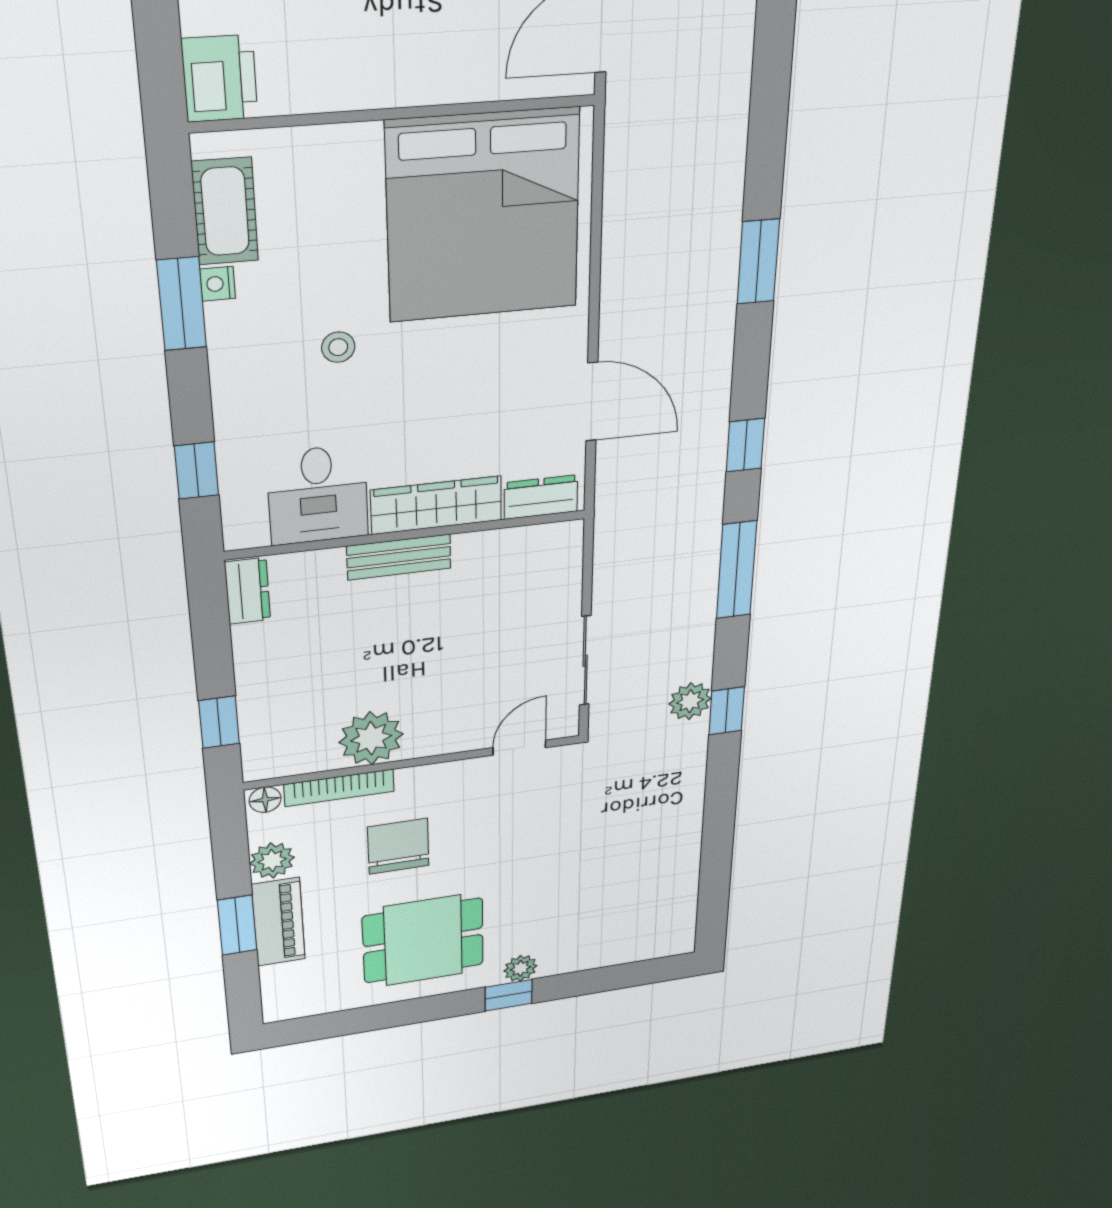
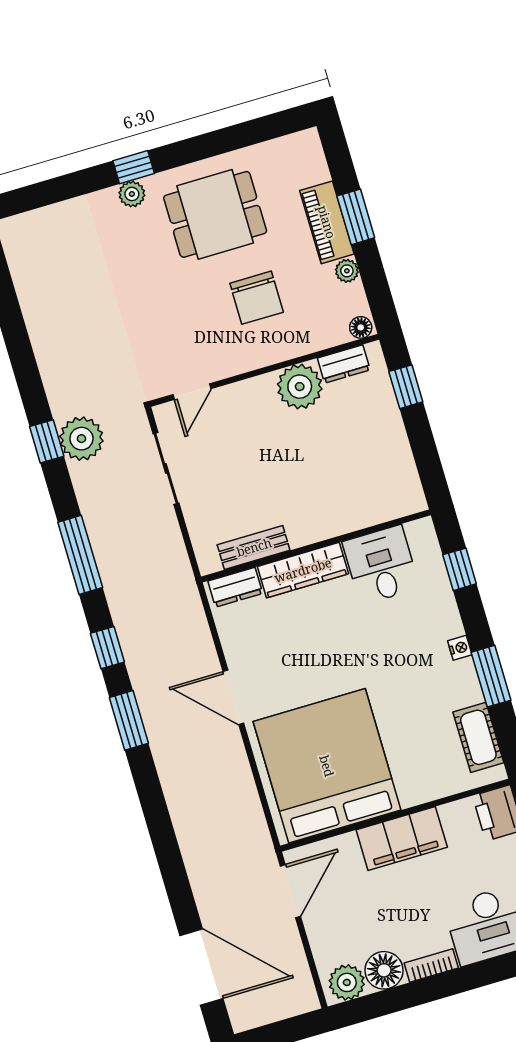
filing cabinet: (395, 72) -> (402, 839), added
window: (758, 262) -> (129, 720), moved
nightstand: (218, 284) -> (460, 648), moved
stool: (338, 347) -> (393, 666), removed
door: (592, 402) -> (233, 697), moved
bench: (399, 557) -> (254, 547), moved
dresser: (247, 591) -> (344, 364), moved, turned -90
plant: (690, 701) -> (81, 439), width x1.36, depth x1.36
bookcase: (339, 788) -> (312, 343), removed
plant: (272, 861) -> (347, 271), width x0.73, depth x0.73

